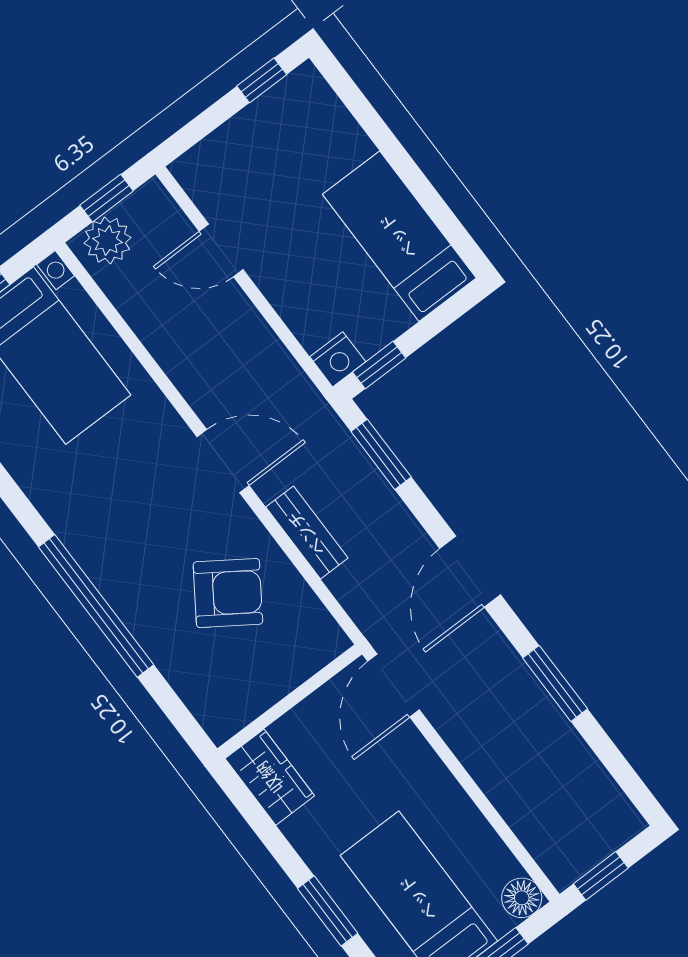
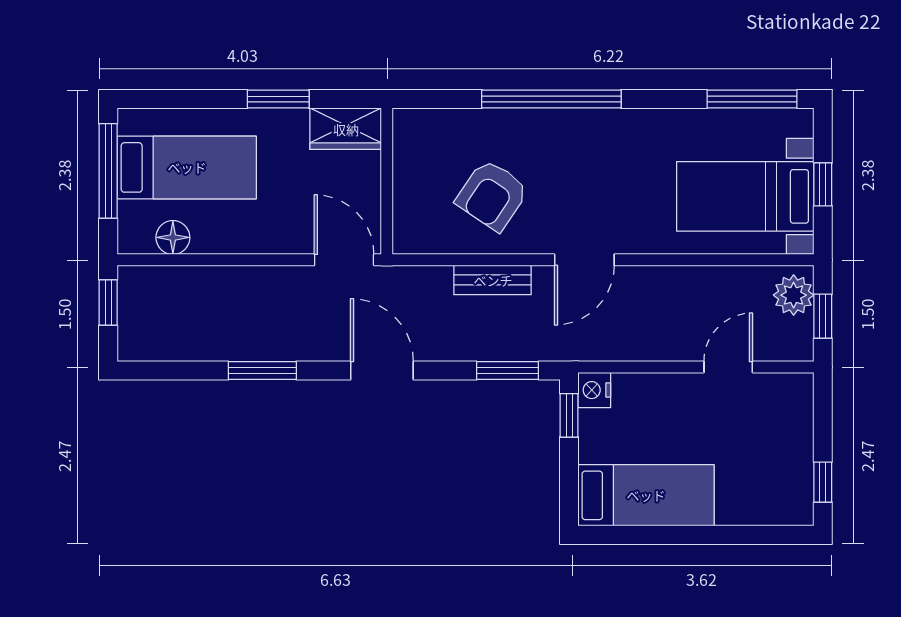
floor lamp: (522, 898) -> (173, 237), moved
window: (328, 911) -> (278, 99), moved

